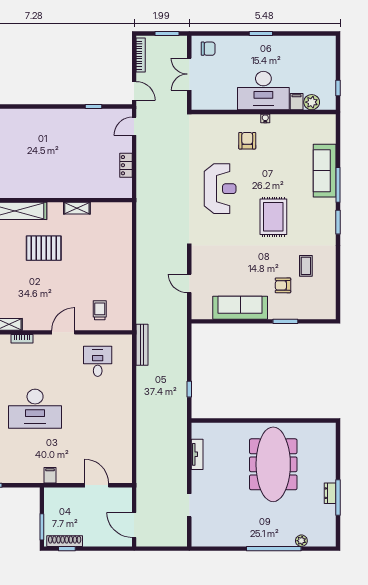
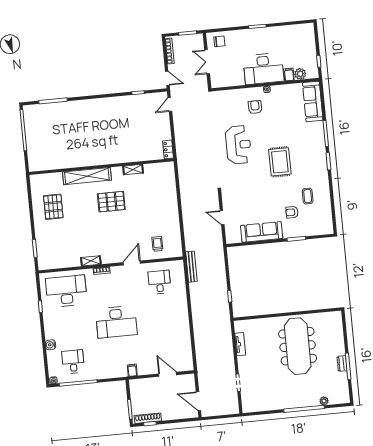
locker: (126, 165) -> (168, 149), moved
sofa: (325, 171) -> (313, 101), moved

